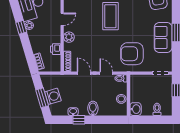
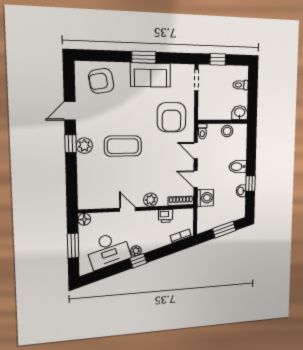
door: (84, 73) -> (195, 179), hinge flipped
door: (106, 73) -> (196, 151), hinge flipped
washing machine: (53, 96) -> (205, 198), moved, turned 106

